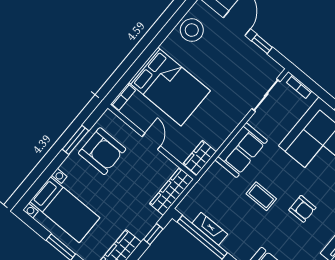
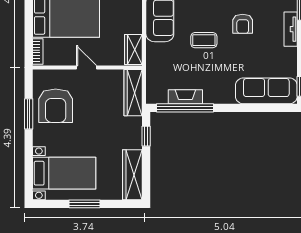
armchair: (102, 151) -> (56, 106), turned 90
armchair: (302, 209) -> (243, 24), turned 90

